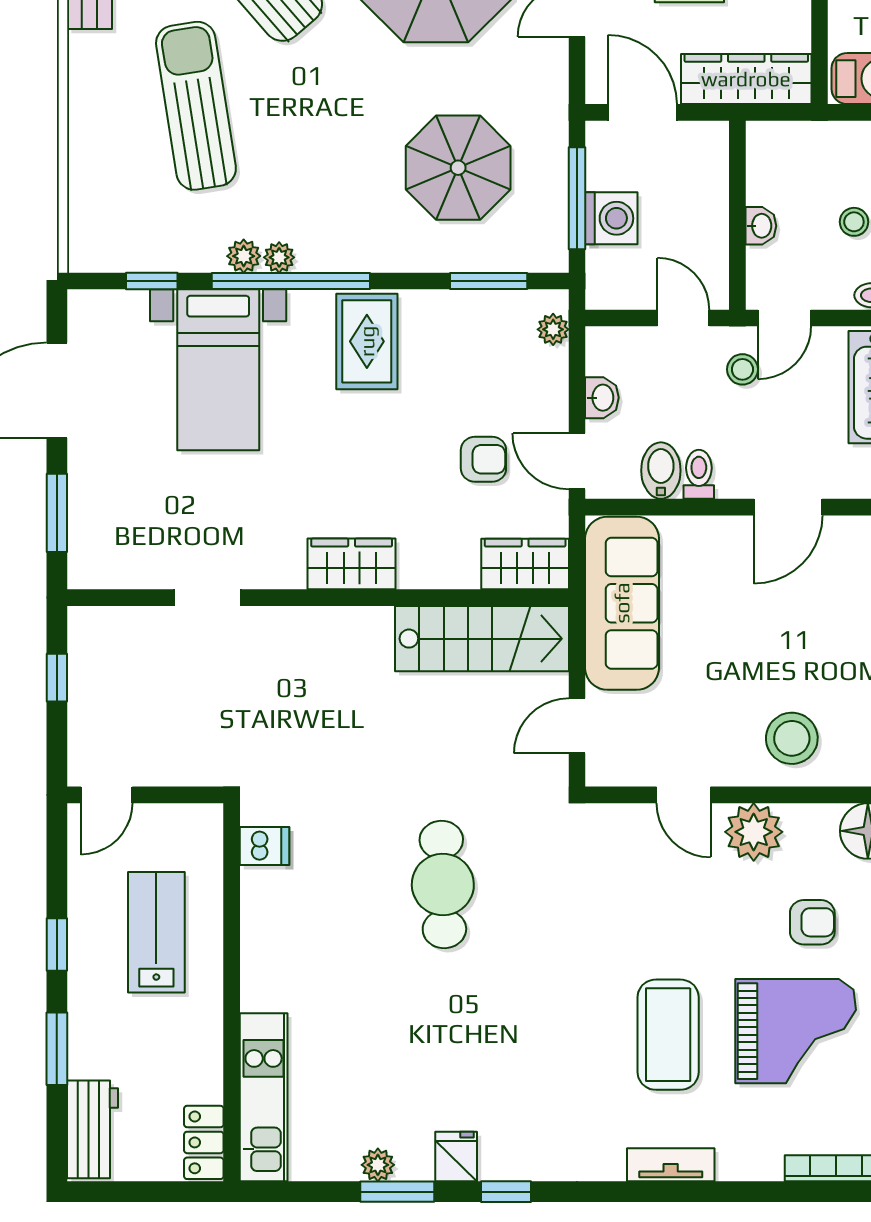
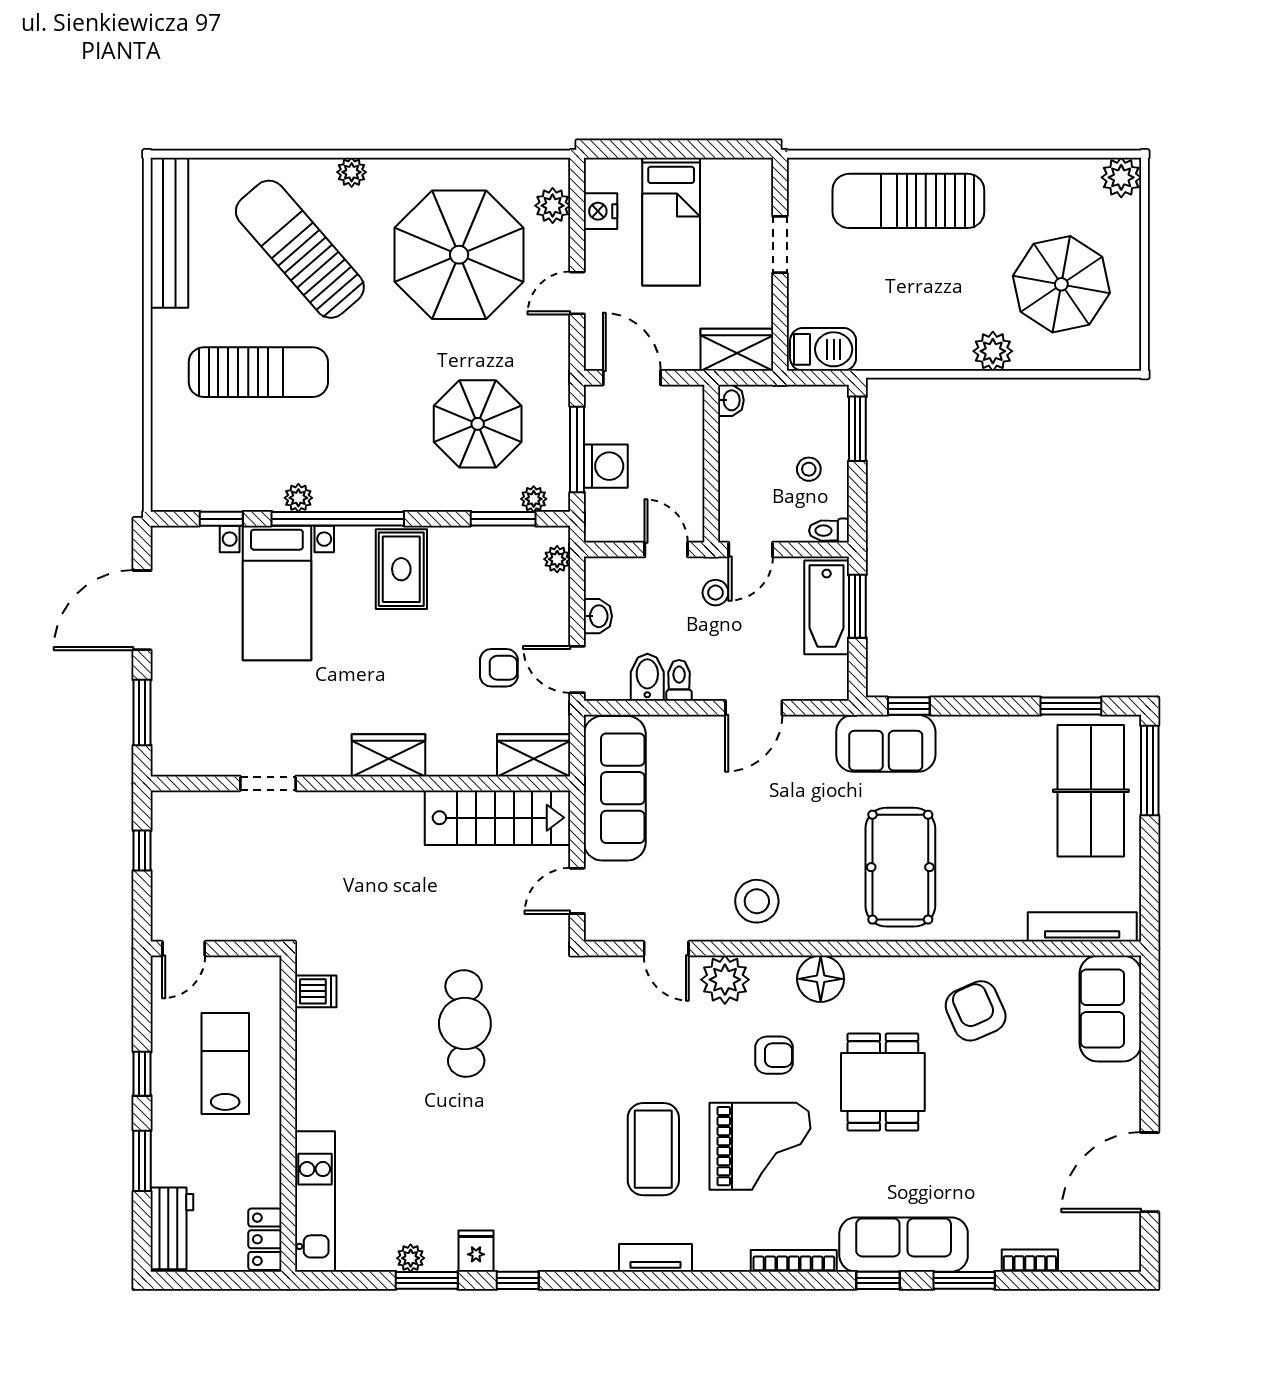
wardrobe: (746, 79) -> (737, 350), width x0.67
sun lounger: (196, 106) -> (258, 372), turned 99
washbasin: (761, 226) -> (731, 400), moved
plant: (279, 257) -> (534, 499), moved

